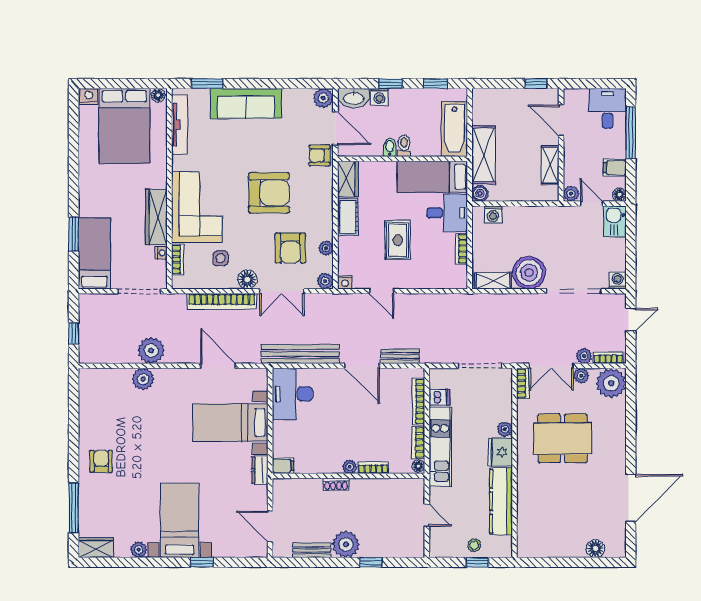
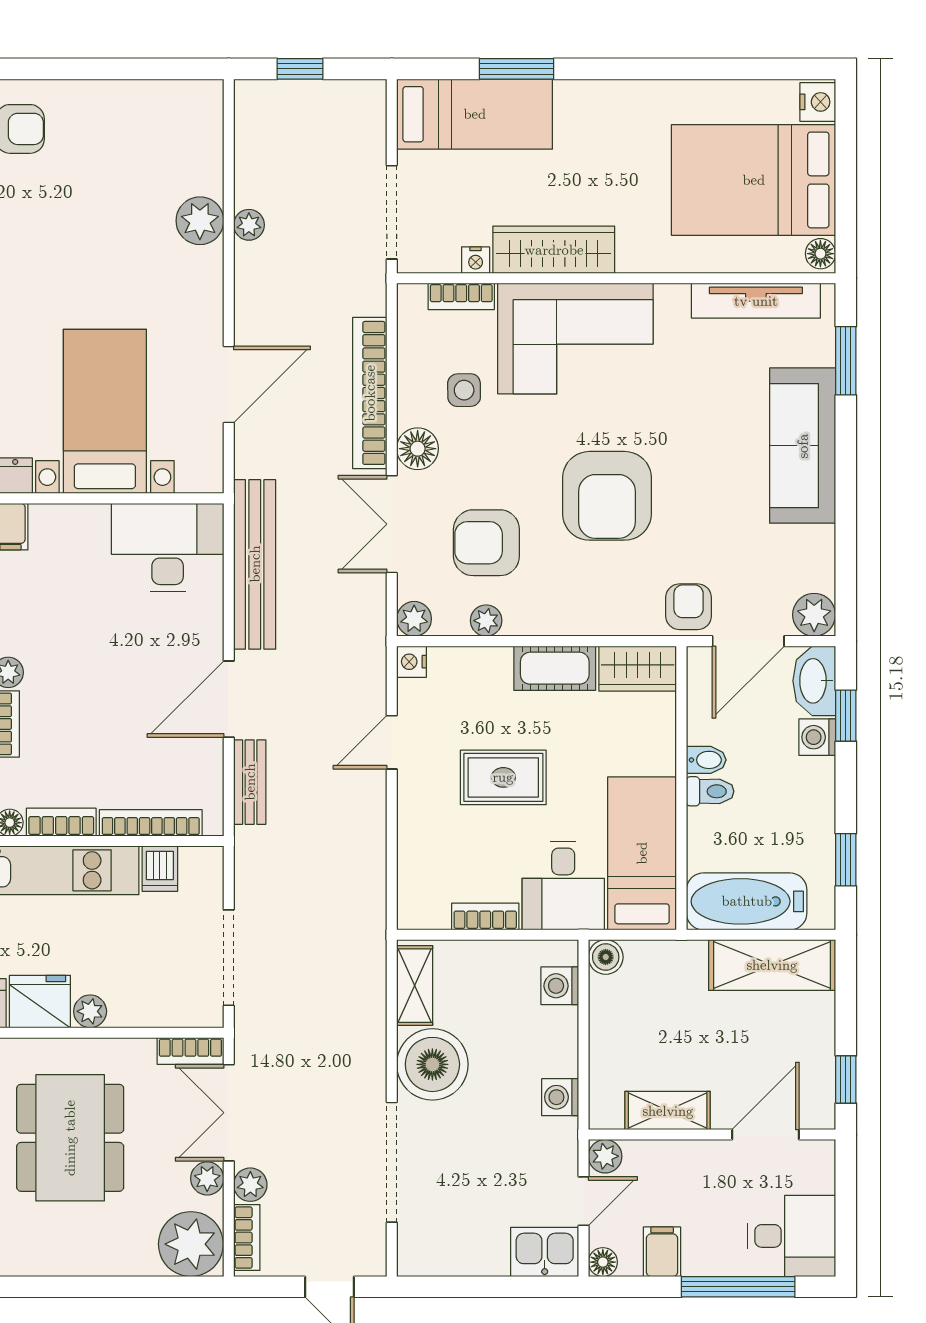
window: (391, 84) -> (846, 716), moved
shelving: (484, 155) -> (772, 965), moved
washing machine: (618, 281) -> (560, 1097), moved, turned 180
plant: (151, 350) -> (249, 225), width x0.53, depth x0.53

